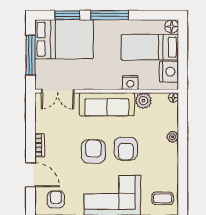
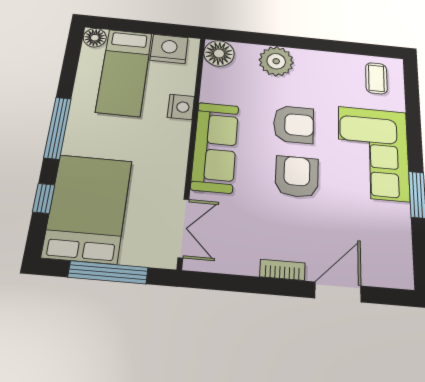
window: (67, 15) -> (44, 198), width x0.67
floor lamp: (173, 98) -> (219, 53), width x1.89, depth x1.89
plant: (143, 101) -> (214, 90), removed
plant: (173, 137) -> (276, 61), width x1.88, depth x1.88
armchair: (93, 151) -> (297, 177), turned 90
armchair: (56, 199) -> (383, 249), removed

